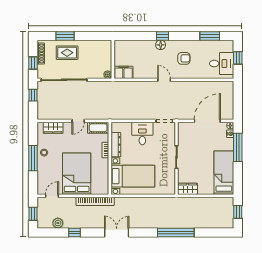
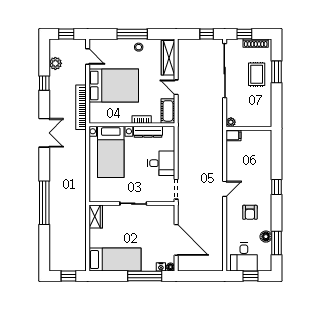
floor lamp: (161, 45) -> (266, 237), moved
filing cabinet: (123, 72) -> (233, 135), width x0.50
wardrobe: (53, 128) -> (168, 58), width x1.50

